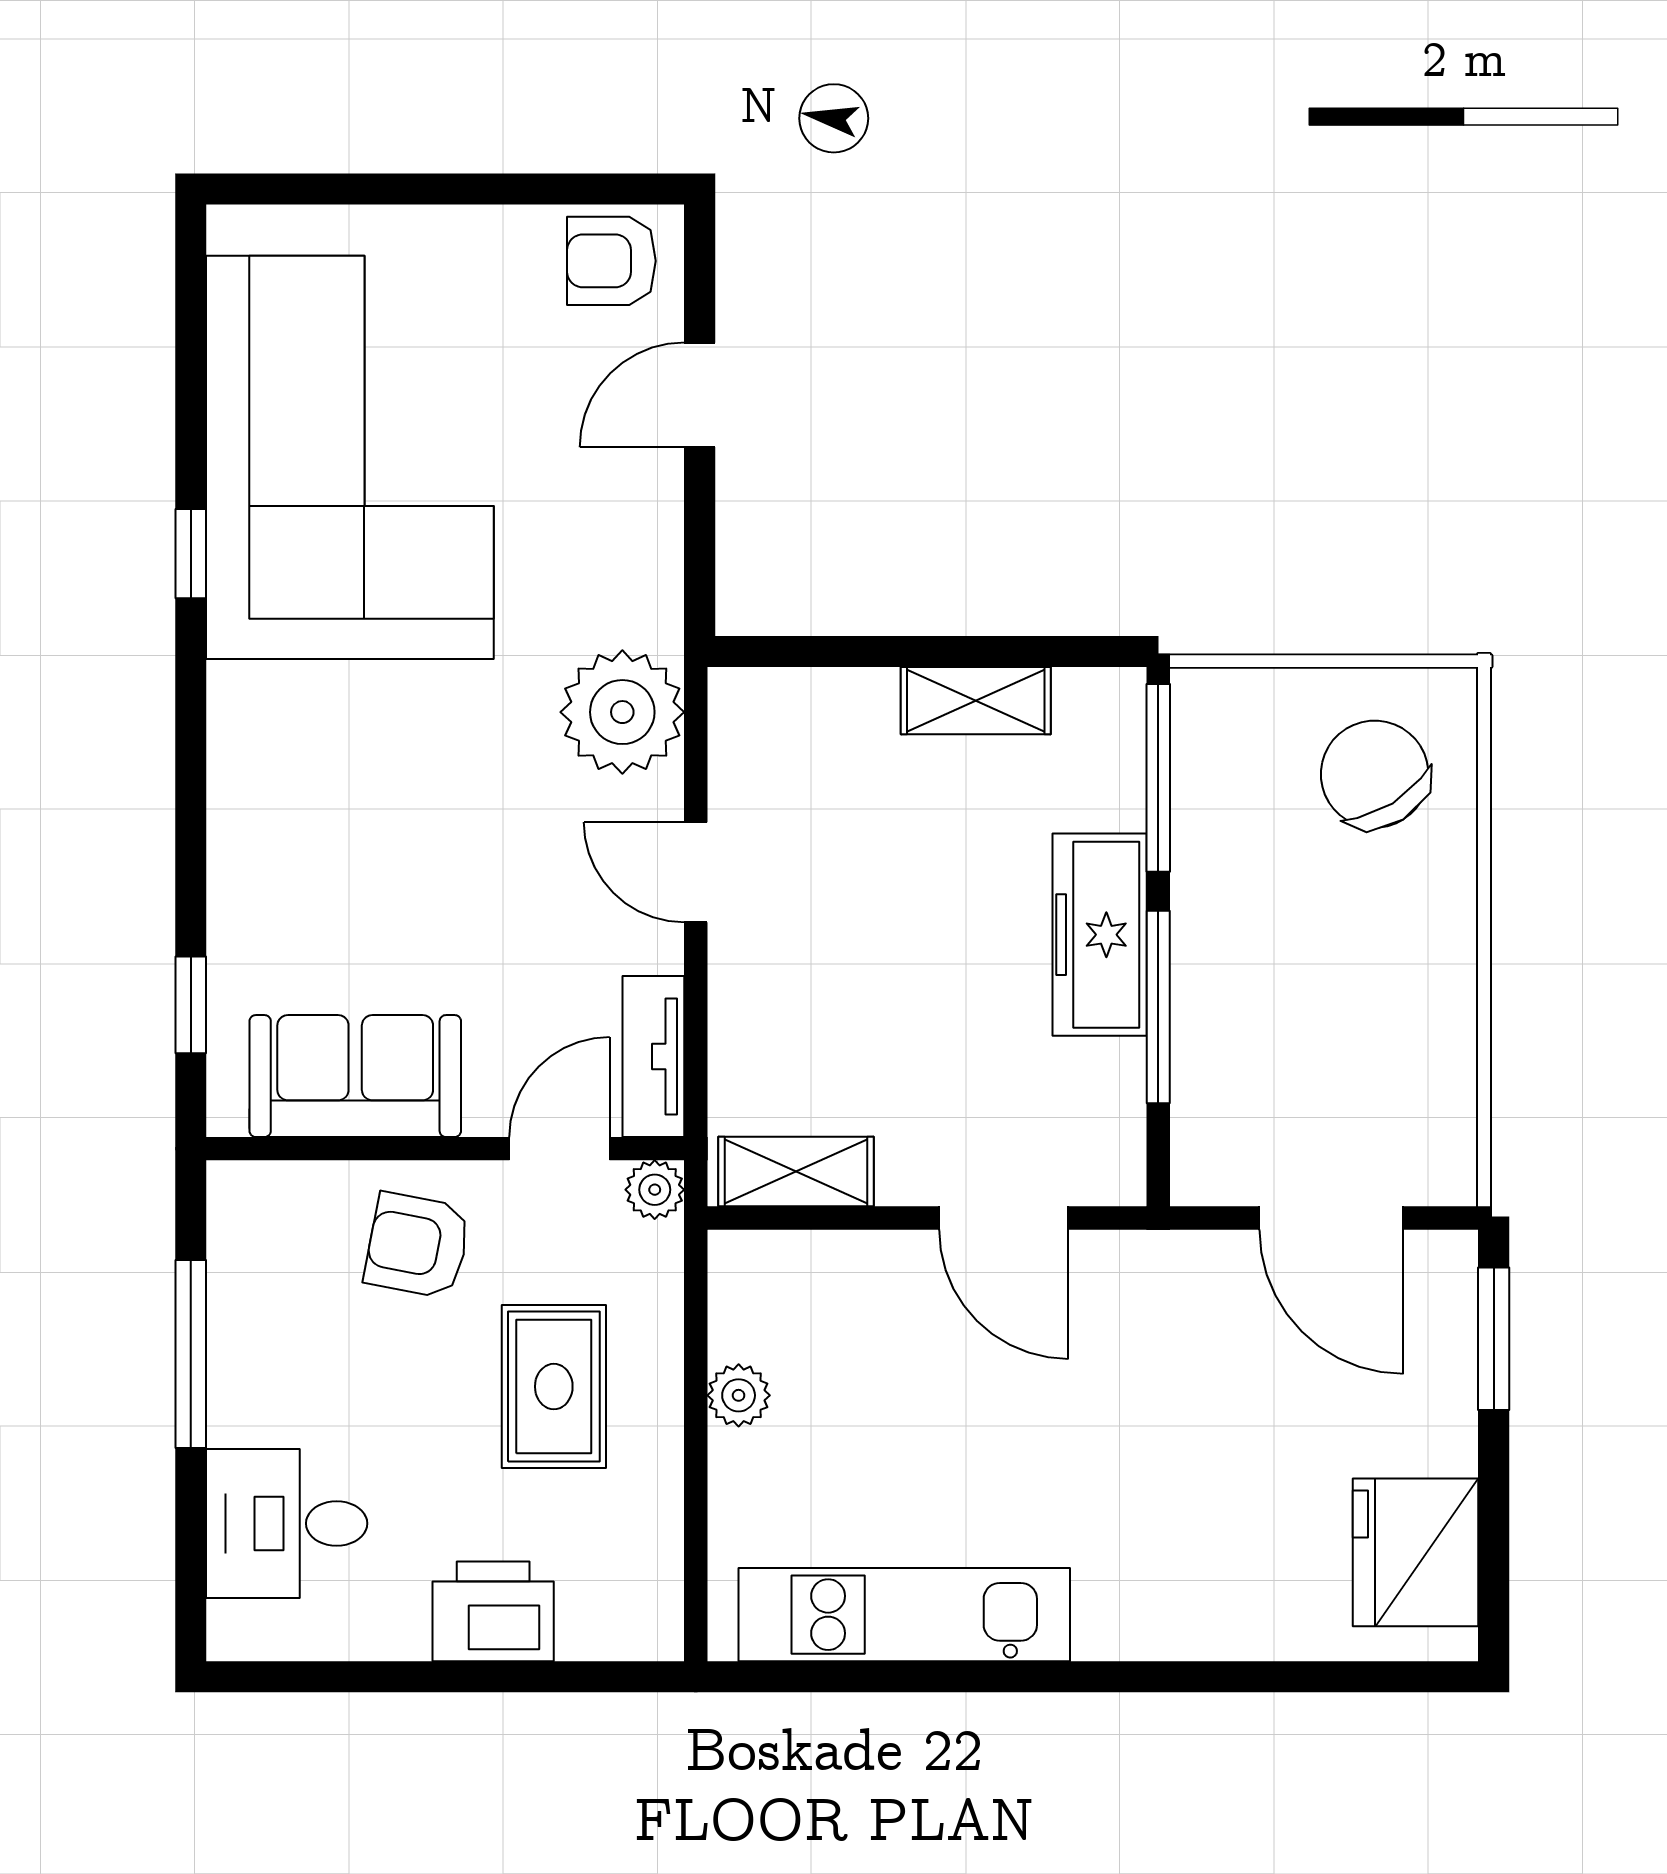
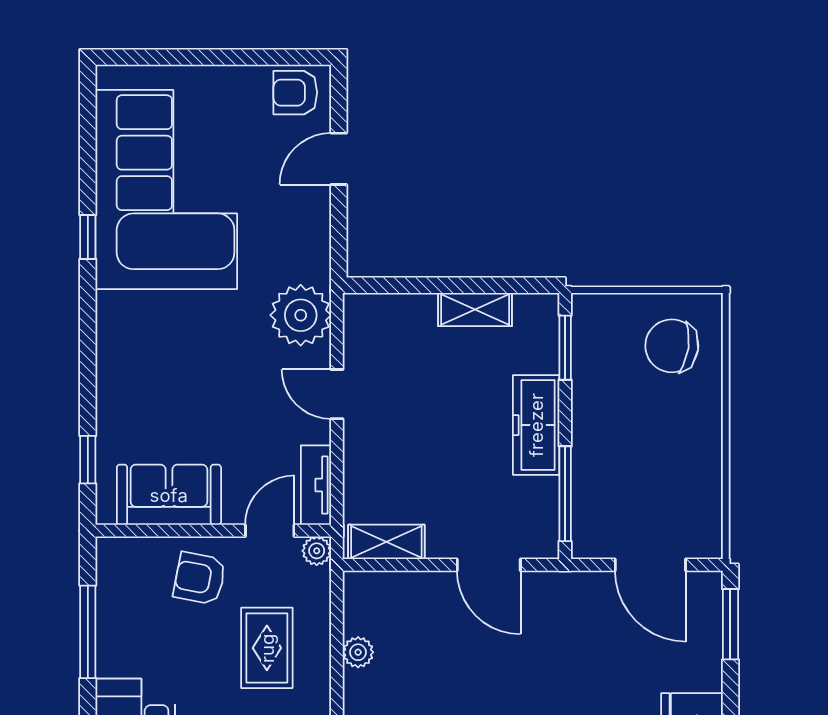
chair: (1375, 774) -> (672, 346), turned -50
window: (1158, 778) -> (565, 348), width x0.69
window: (1158, 1007) -> (565, 494), moved

